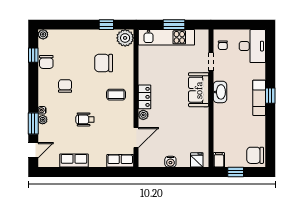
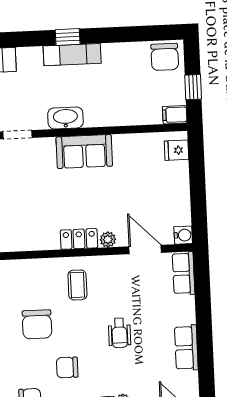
chair: (104, 63) -> (37, 324), moved
sofa: (199, 90) -> (84, 152), moved
water cooler: (170, 162) -> (183, 235), moved

